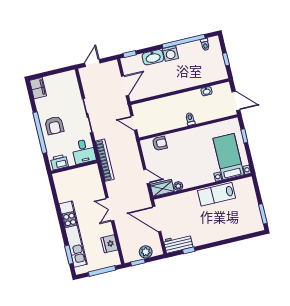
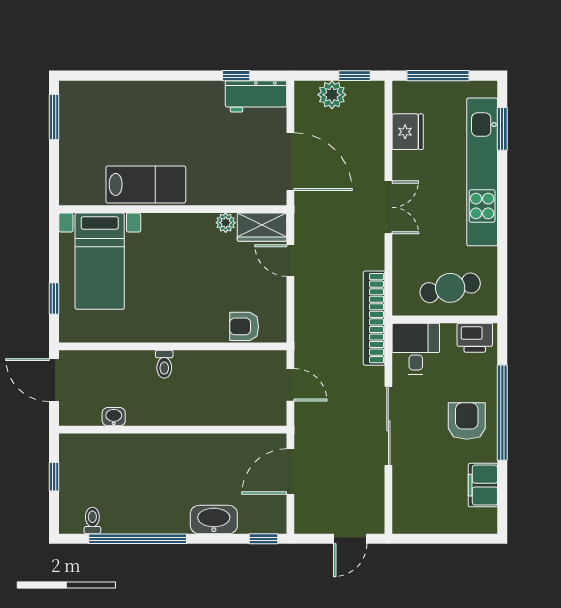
washing machine: (170, 53) -> (173, 519), removed
filing cabinet: (38, 88) -> (483, 485), moved
cafe table: (75, 181) -> (450, 288), added

